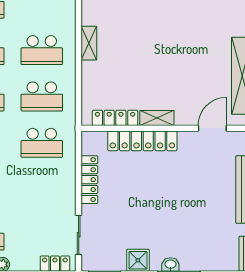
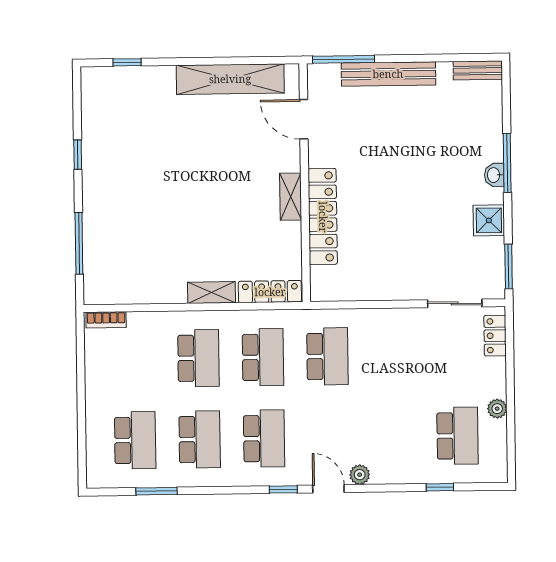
shelving: (89, 43) -> (212, 293), moved
locker: (115, 118) -> (270, 292), moved, turned 90
locker: (89, 180) -> (378, 289), removed

